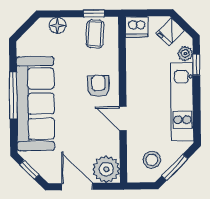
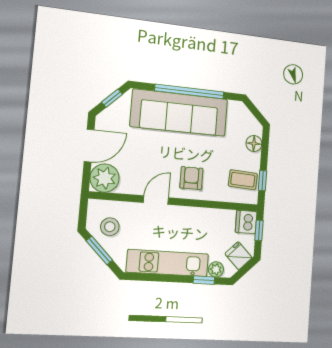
window: (144, 13) -> (259, 230), added
armchair: (98, 86) -> (191, 178), turned -90
window: (13, 96) -> (189, 91), width x1.46

